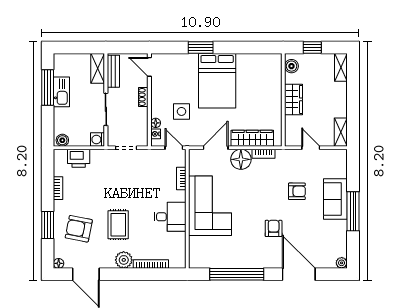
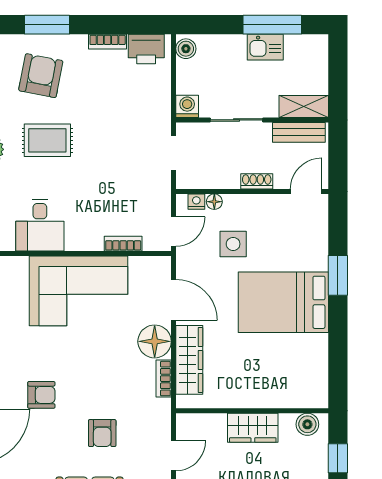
kitchen sink: (61, 92) -> (265, 47), width x0.73
printer: (79, 158) -> (146, 49), moved, turned -90
desk: (170, 217) -> (40, 225), moved

